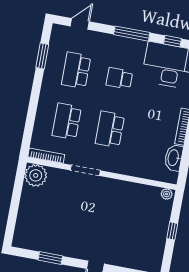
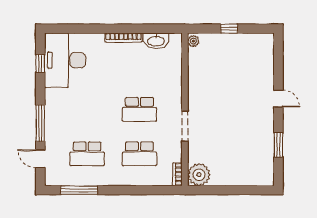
window: (132, 34) -> (40, 123), moved
window: (42, 56) -> (79, 190), width x1.44
school desk: (119, 78) -> (87, 109), removed
bookcase: (46, 156) -> (177, 174), width x0.64

